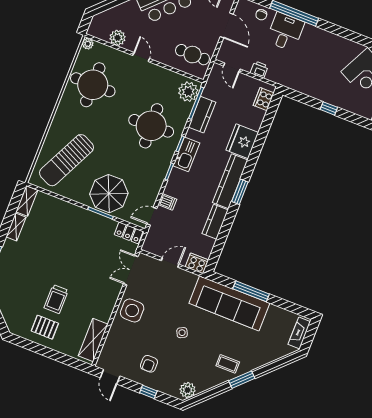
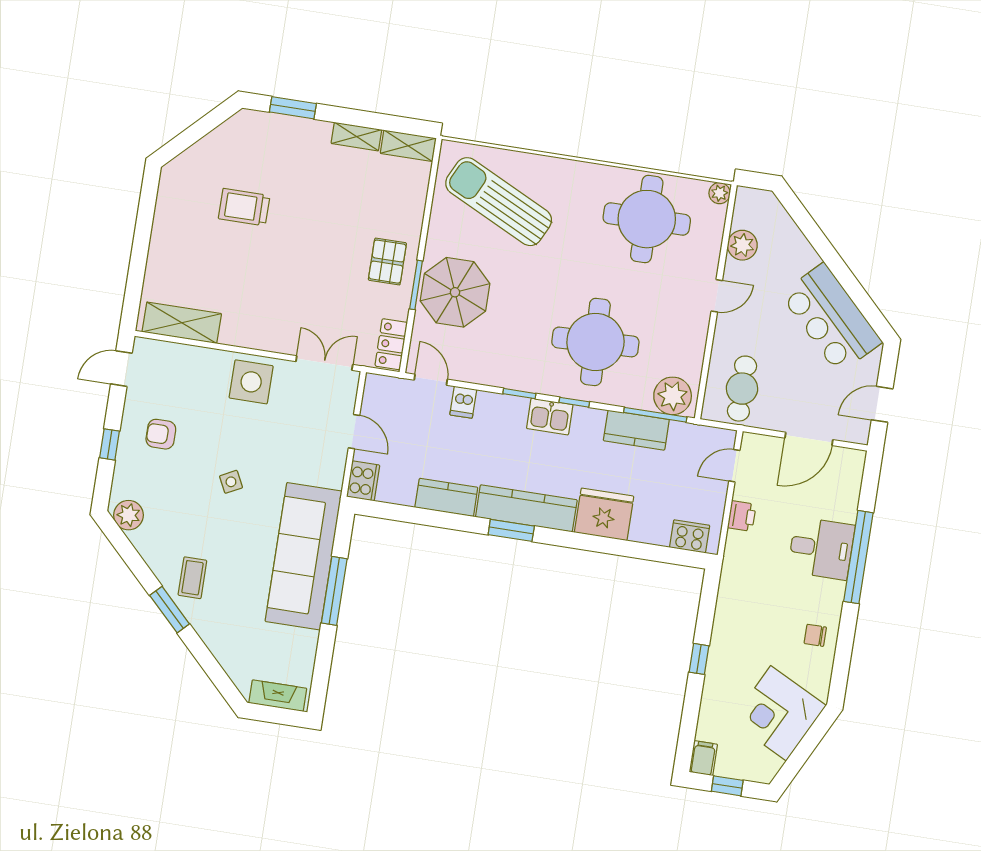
chair: (261, 15) -> (815, 635), moved
kitchen sink: (186, 154) -> (550, 416), width x0.73
trolley: (56, 299) -> (244, 207), moved
pallet: (45, 327) -> (387, 262), moved

